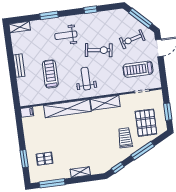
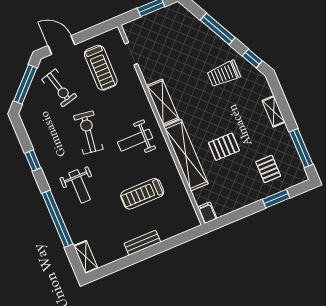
window: (49, 15) -> (57, 219), width x2.11
pallet: (146, 123) -> (224, 147), moved, width x0.67, depth x0.71
trolley: (125, 138) -> (224, 74), moved

